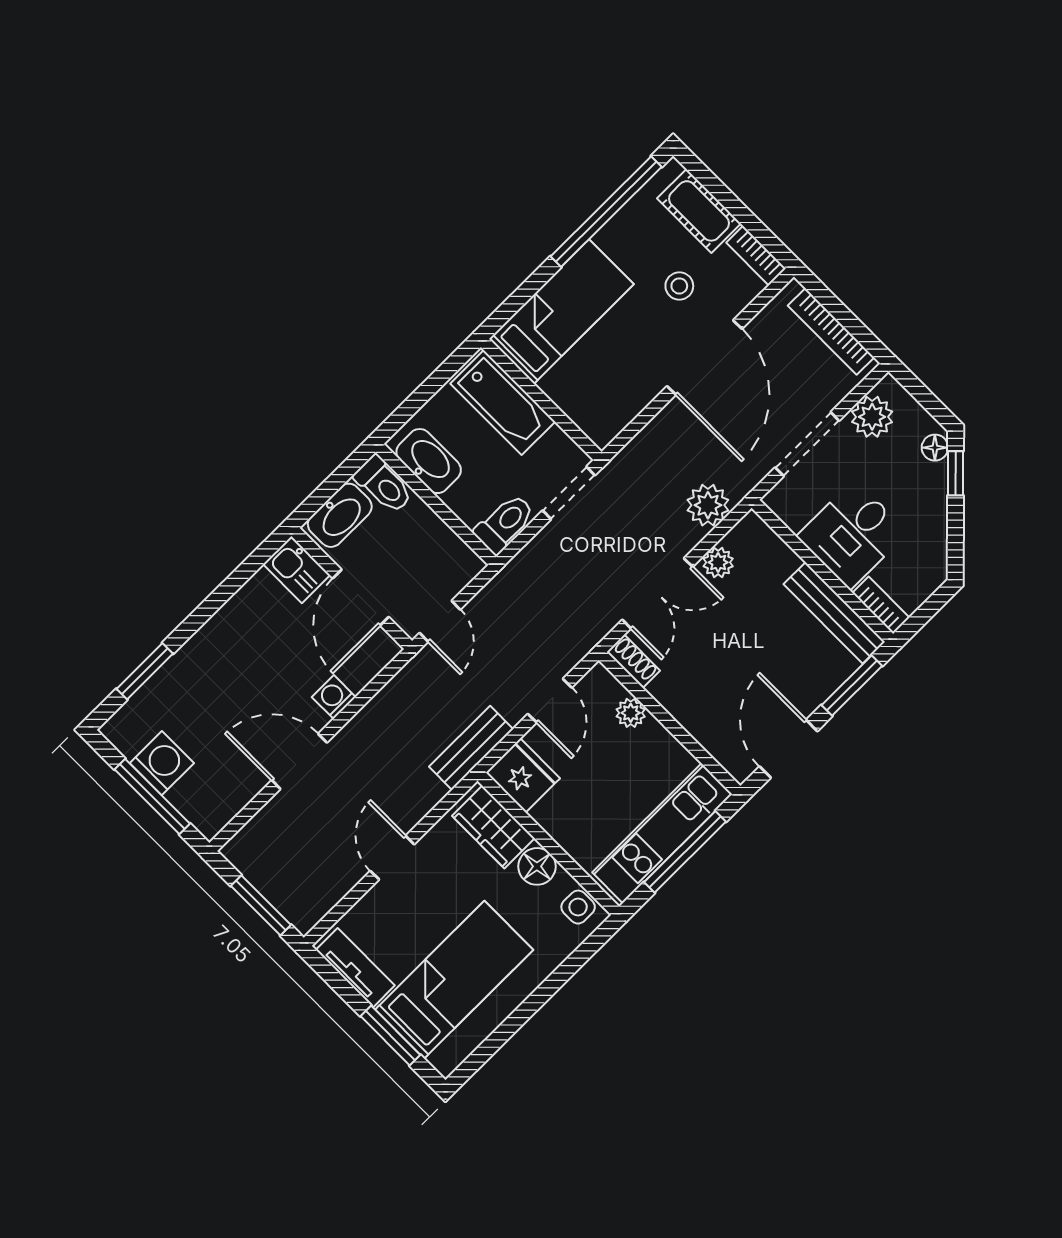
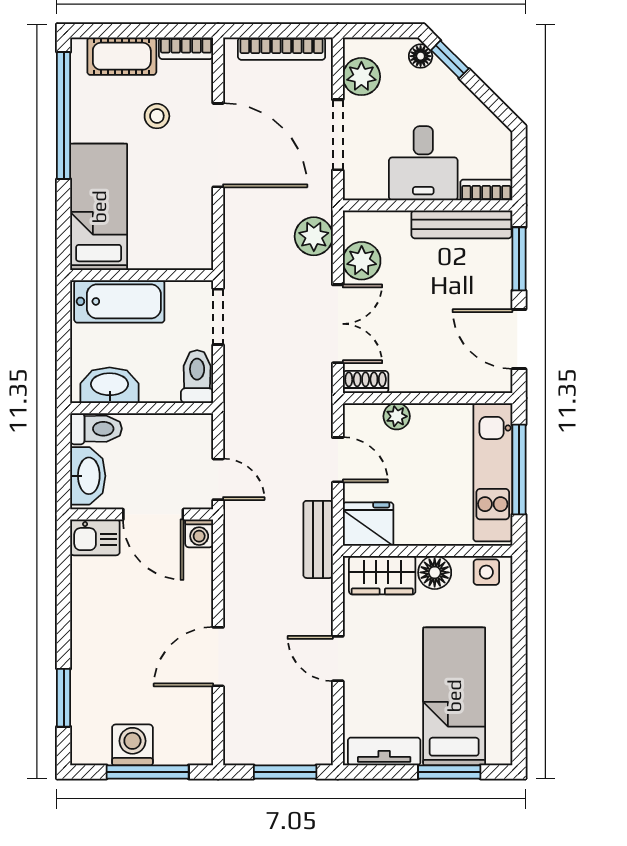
plant: (718, 562) -> (362, 261), width x1.38, depth x1.38
washing machine: (334, 697) -> (199, 533), moved, turned -90

